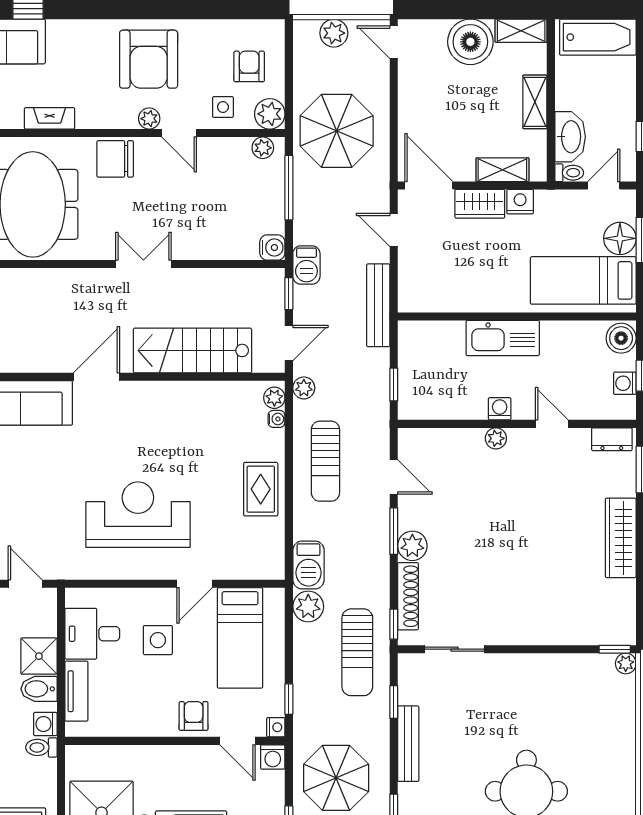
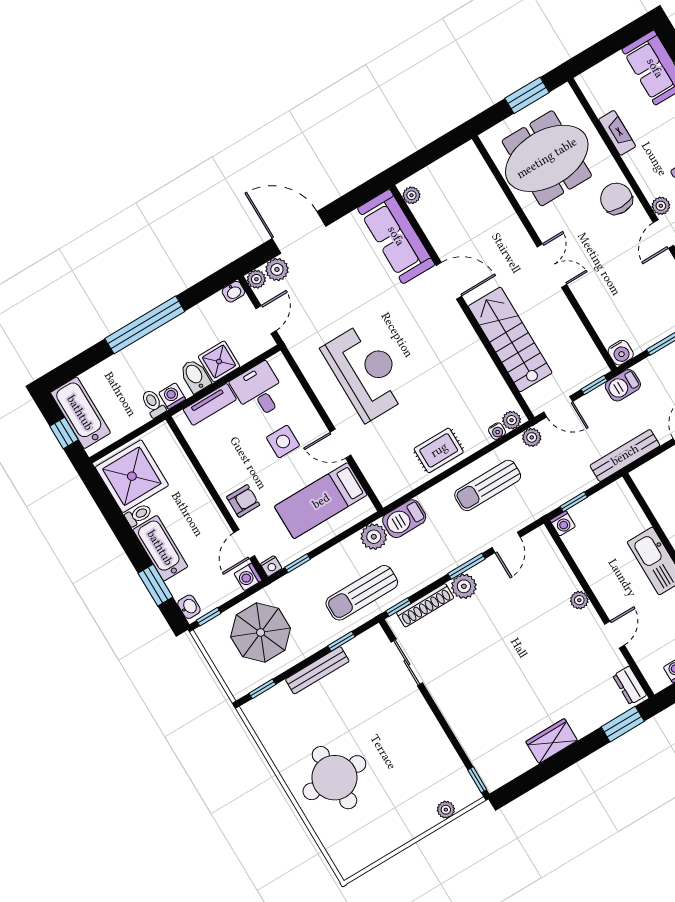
washing machine: (500, 409) -> (563, 523), moved, turned 90
wardrobe: (621, 538) -> (552, 741), width x0.67
plant: (626, 663) -> (446, 810), moved

